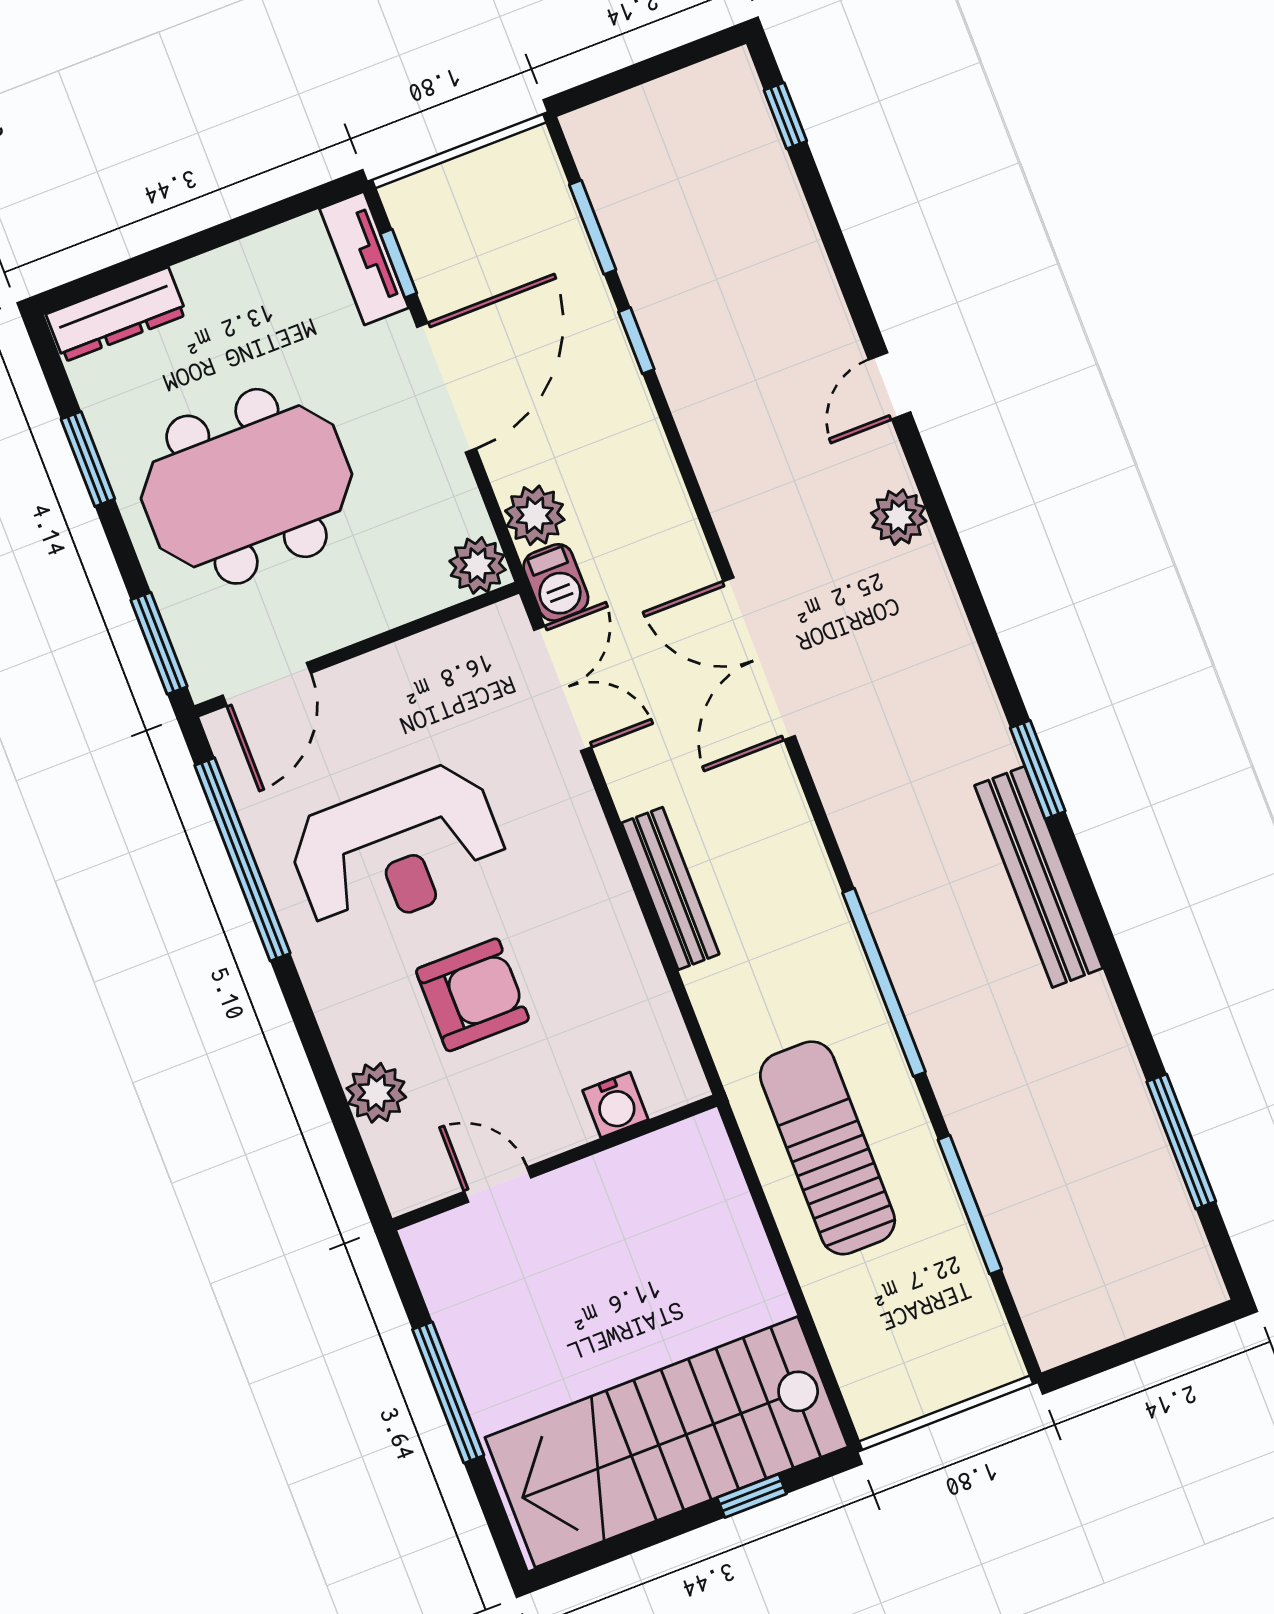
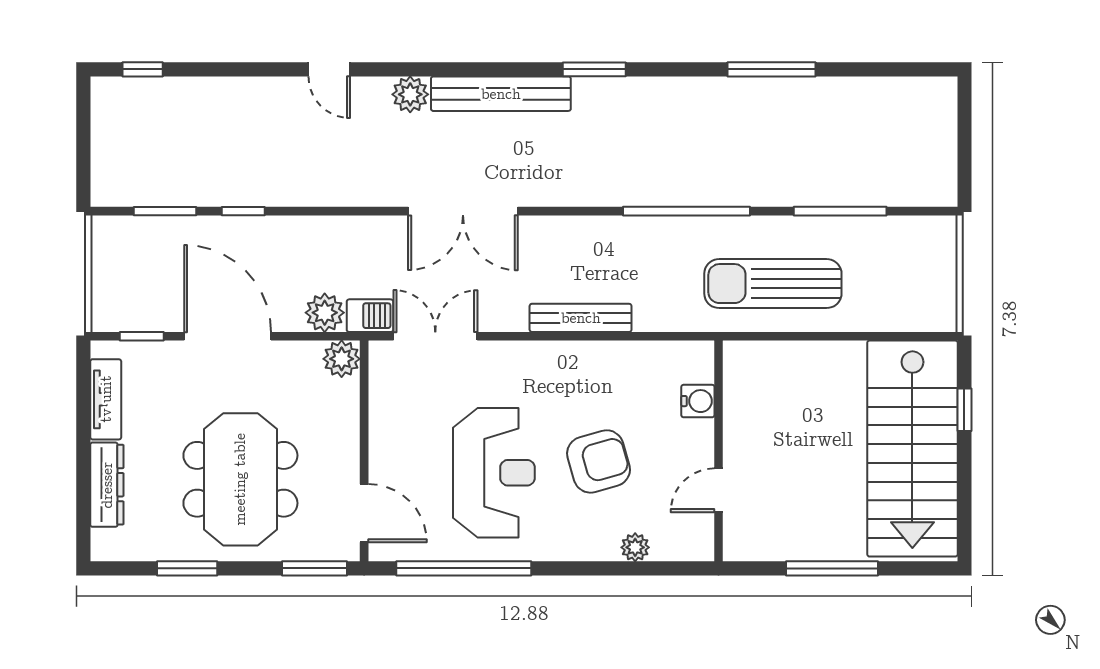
tv unit: (364, 258) -> (106, 399), moved, turned -90
dresser: (116, 314) -> (107, 485), moved
bench: (1039, 877) -> (501, 94), moved
armchair: (472, 995) -> (599, 461), turned 74
plant: (376, 1093) -> (635, 547), width x0.73, depth x0.73
window: (1181, 1142) -> (772, 69), moved

